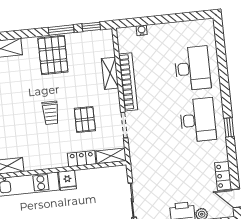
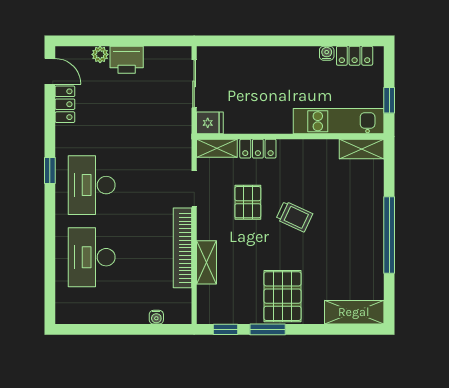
trolley: (51, 113) -> (294, 216), turned 115
fridge: (67, 180) -> (210, 123), moved, turned 90

